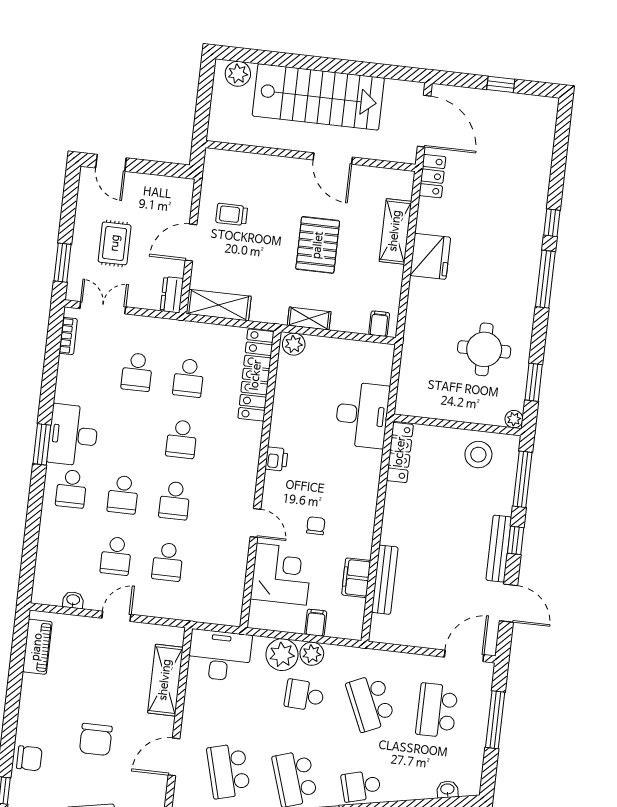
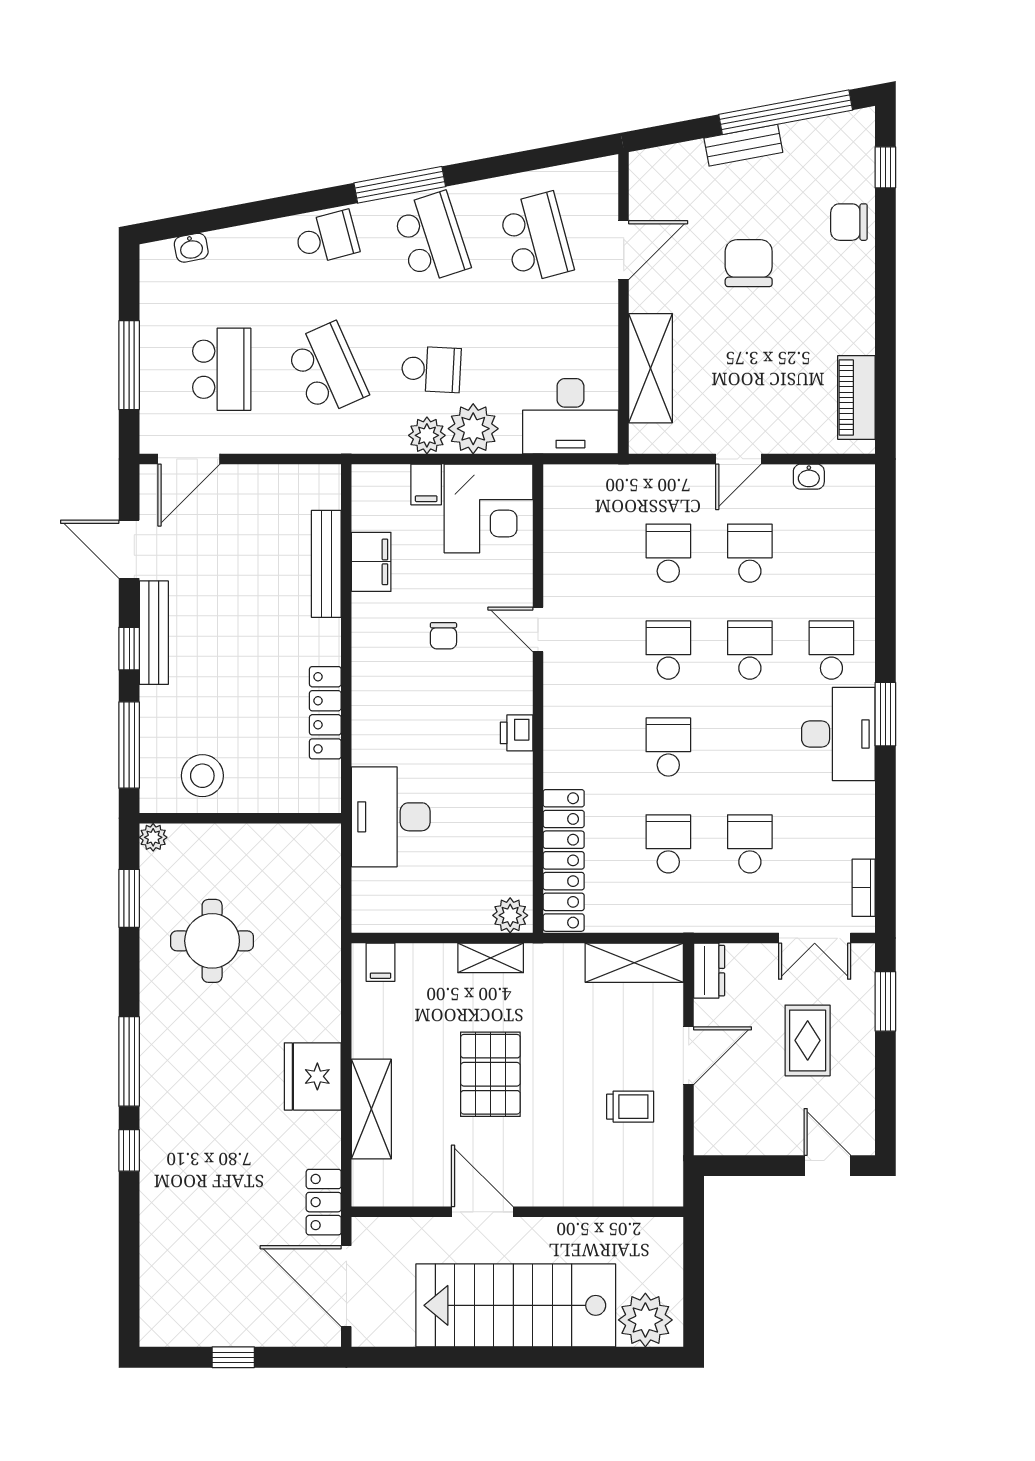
plant: (238, 74) -> (645, 1320), width x1.36, depth x1.36
locker: (400, 452) -> (325, 713), moved
corner desk: (281, 574) -> (489, 508), moved, turned -90

